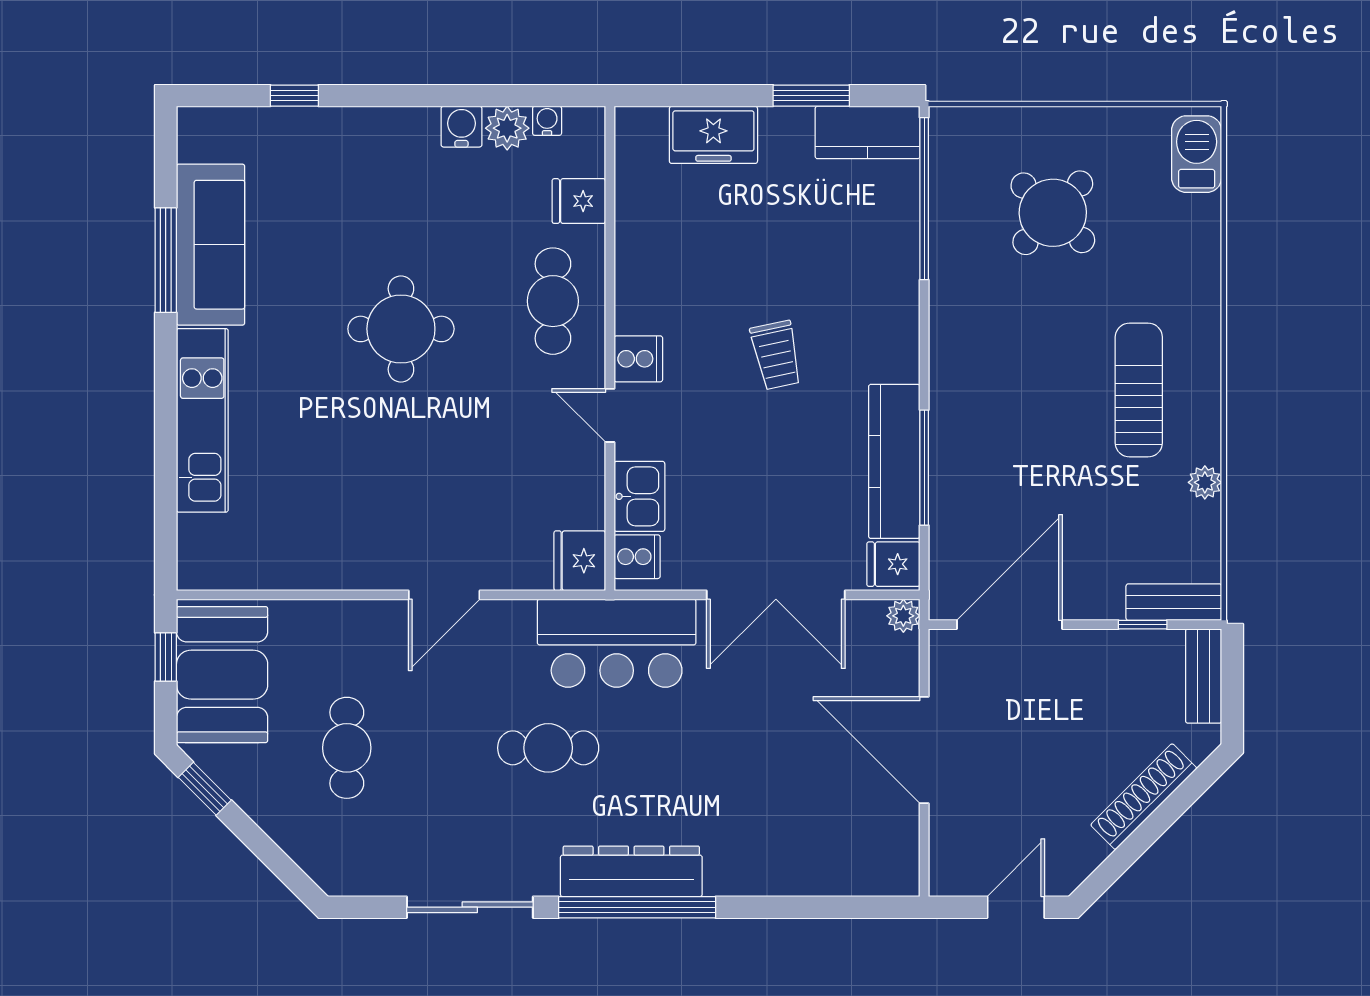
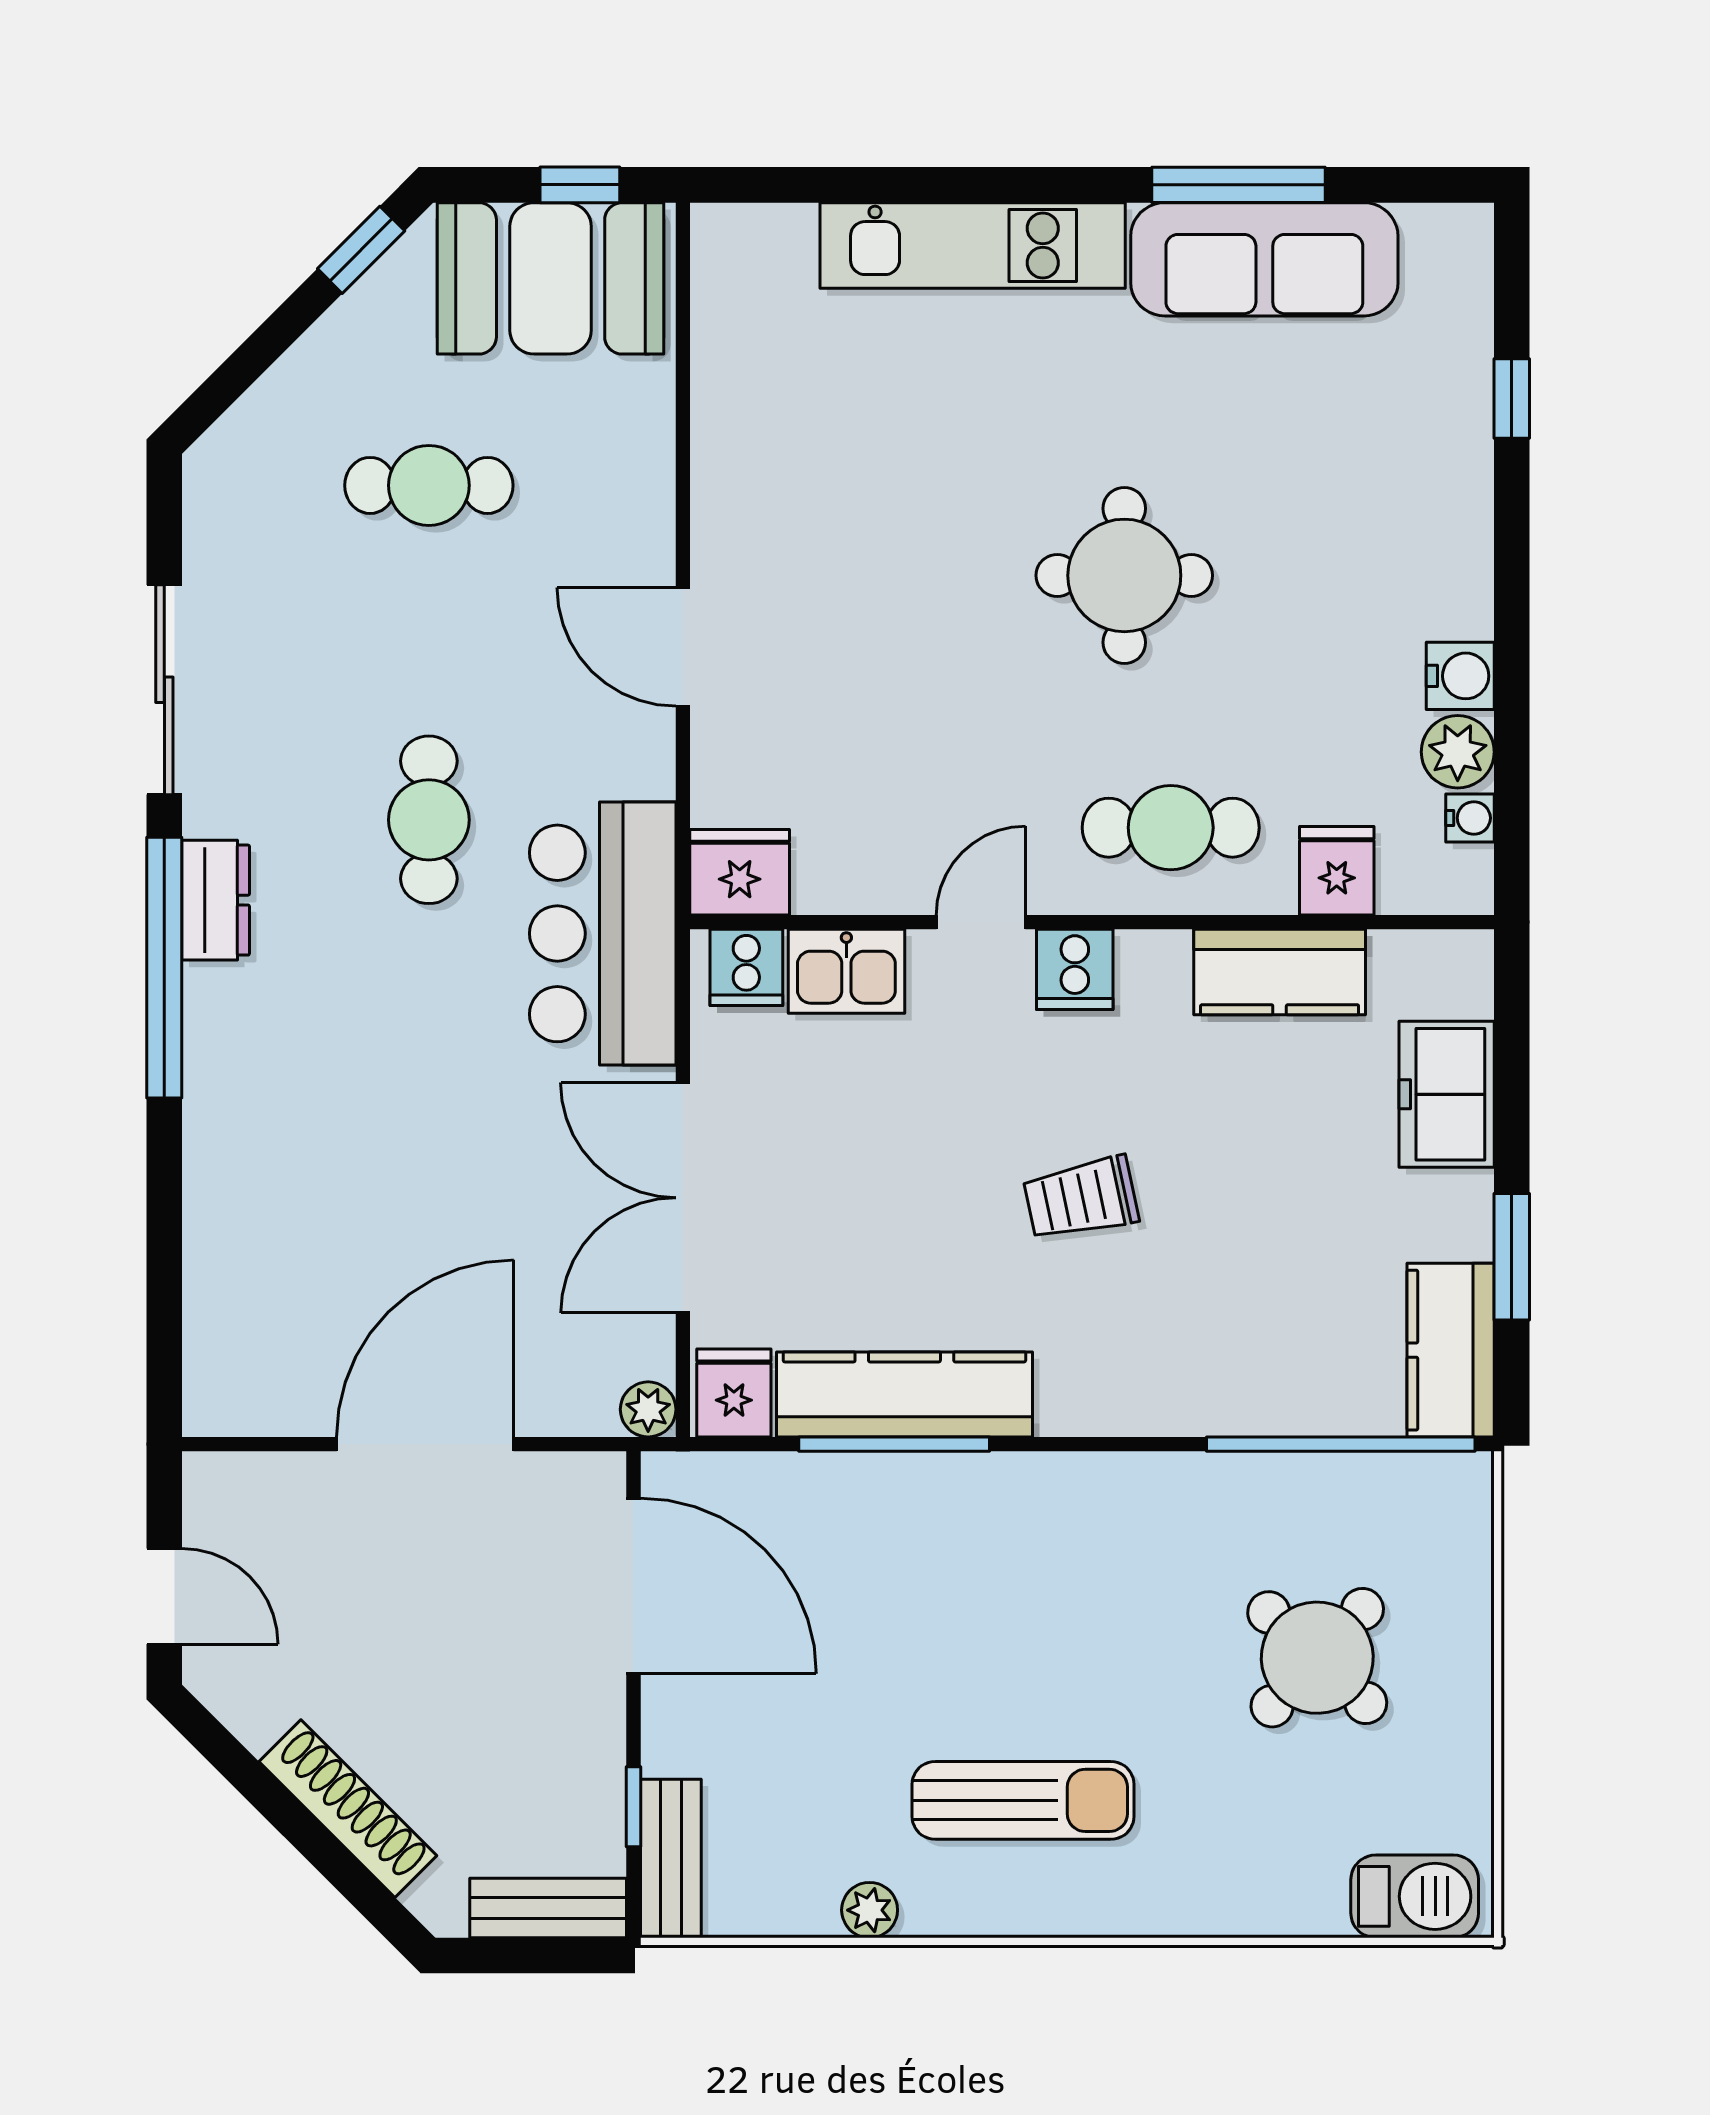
kitchen counter: (640, 235) -> (1280, 972), added
dresser: (631, 871) -> (216, 900), width x0.51, depth x0.80

